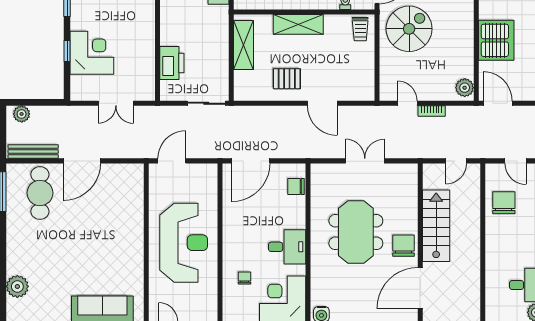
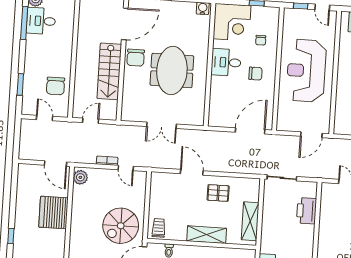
chair: (296, 186) -> (255, 74), moved

